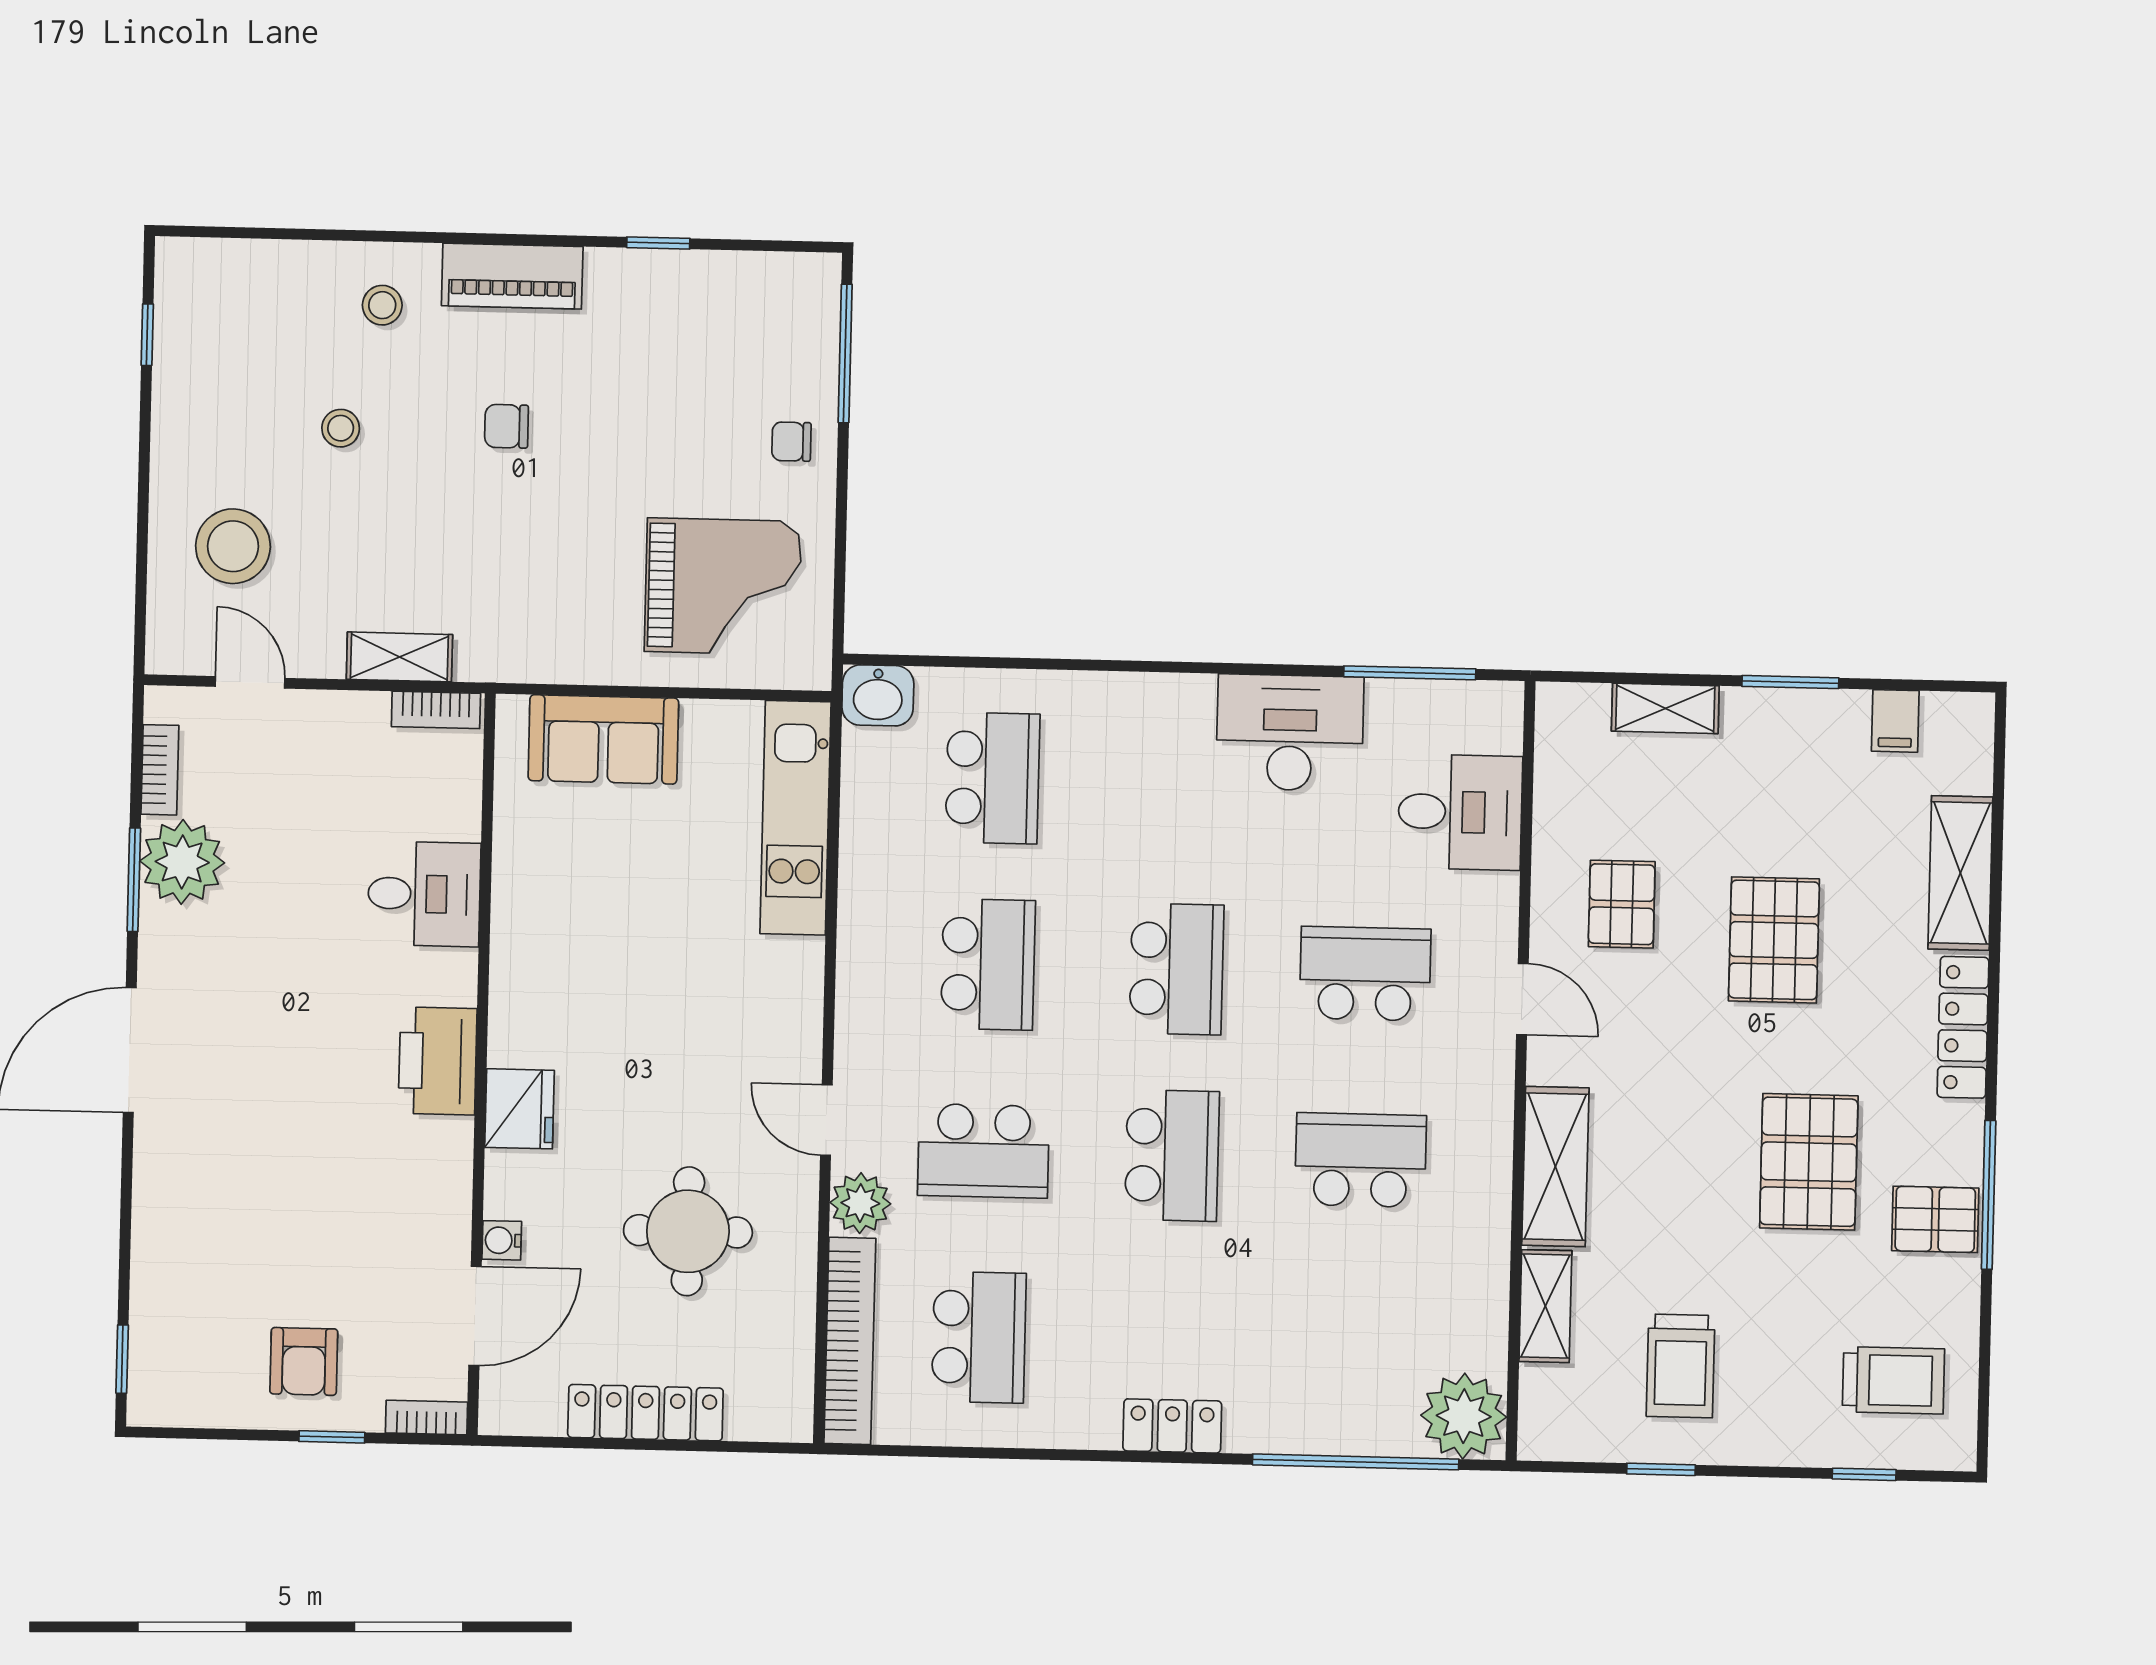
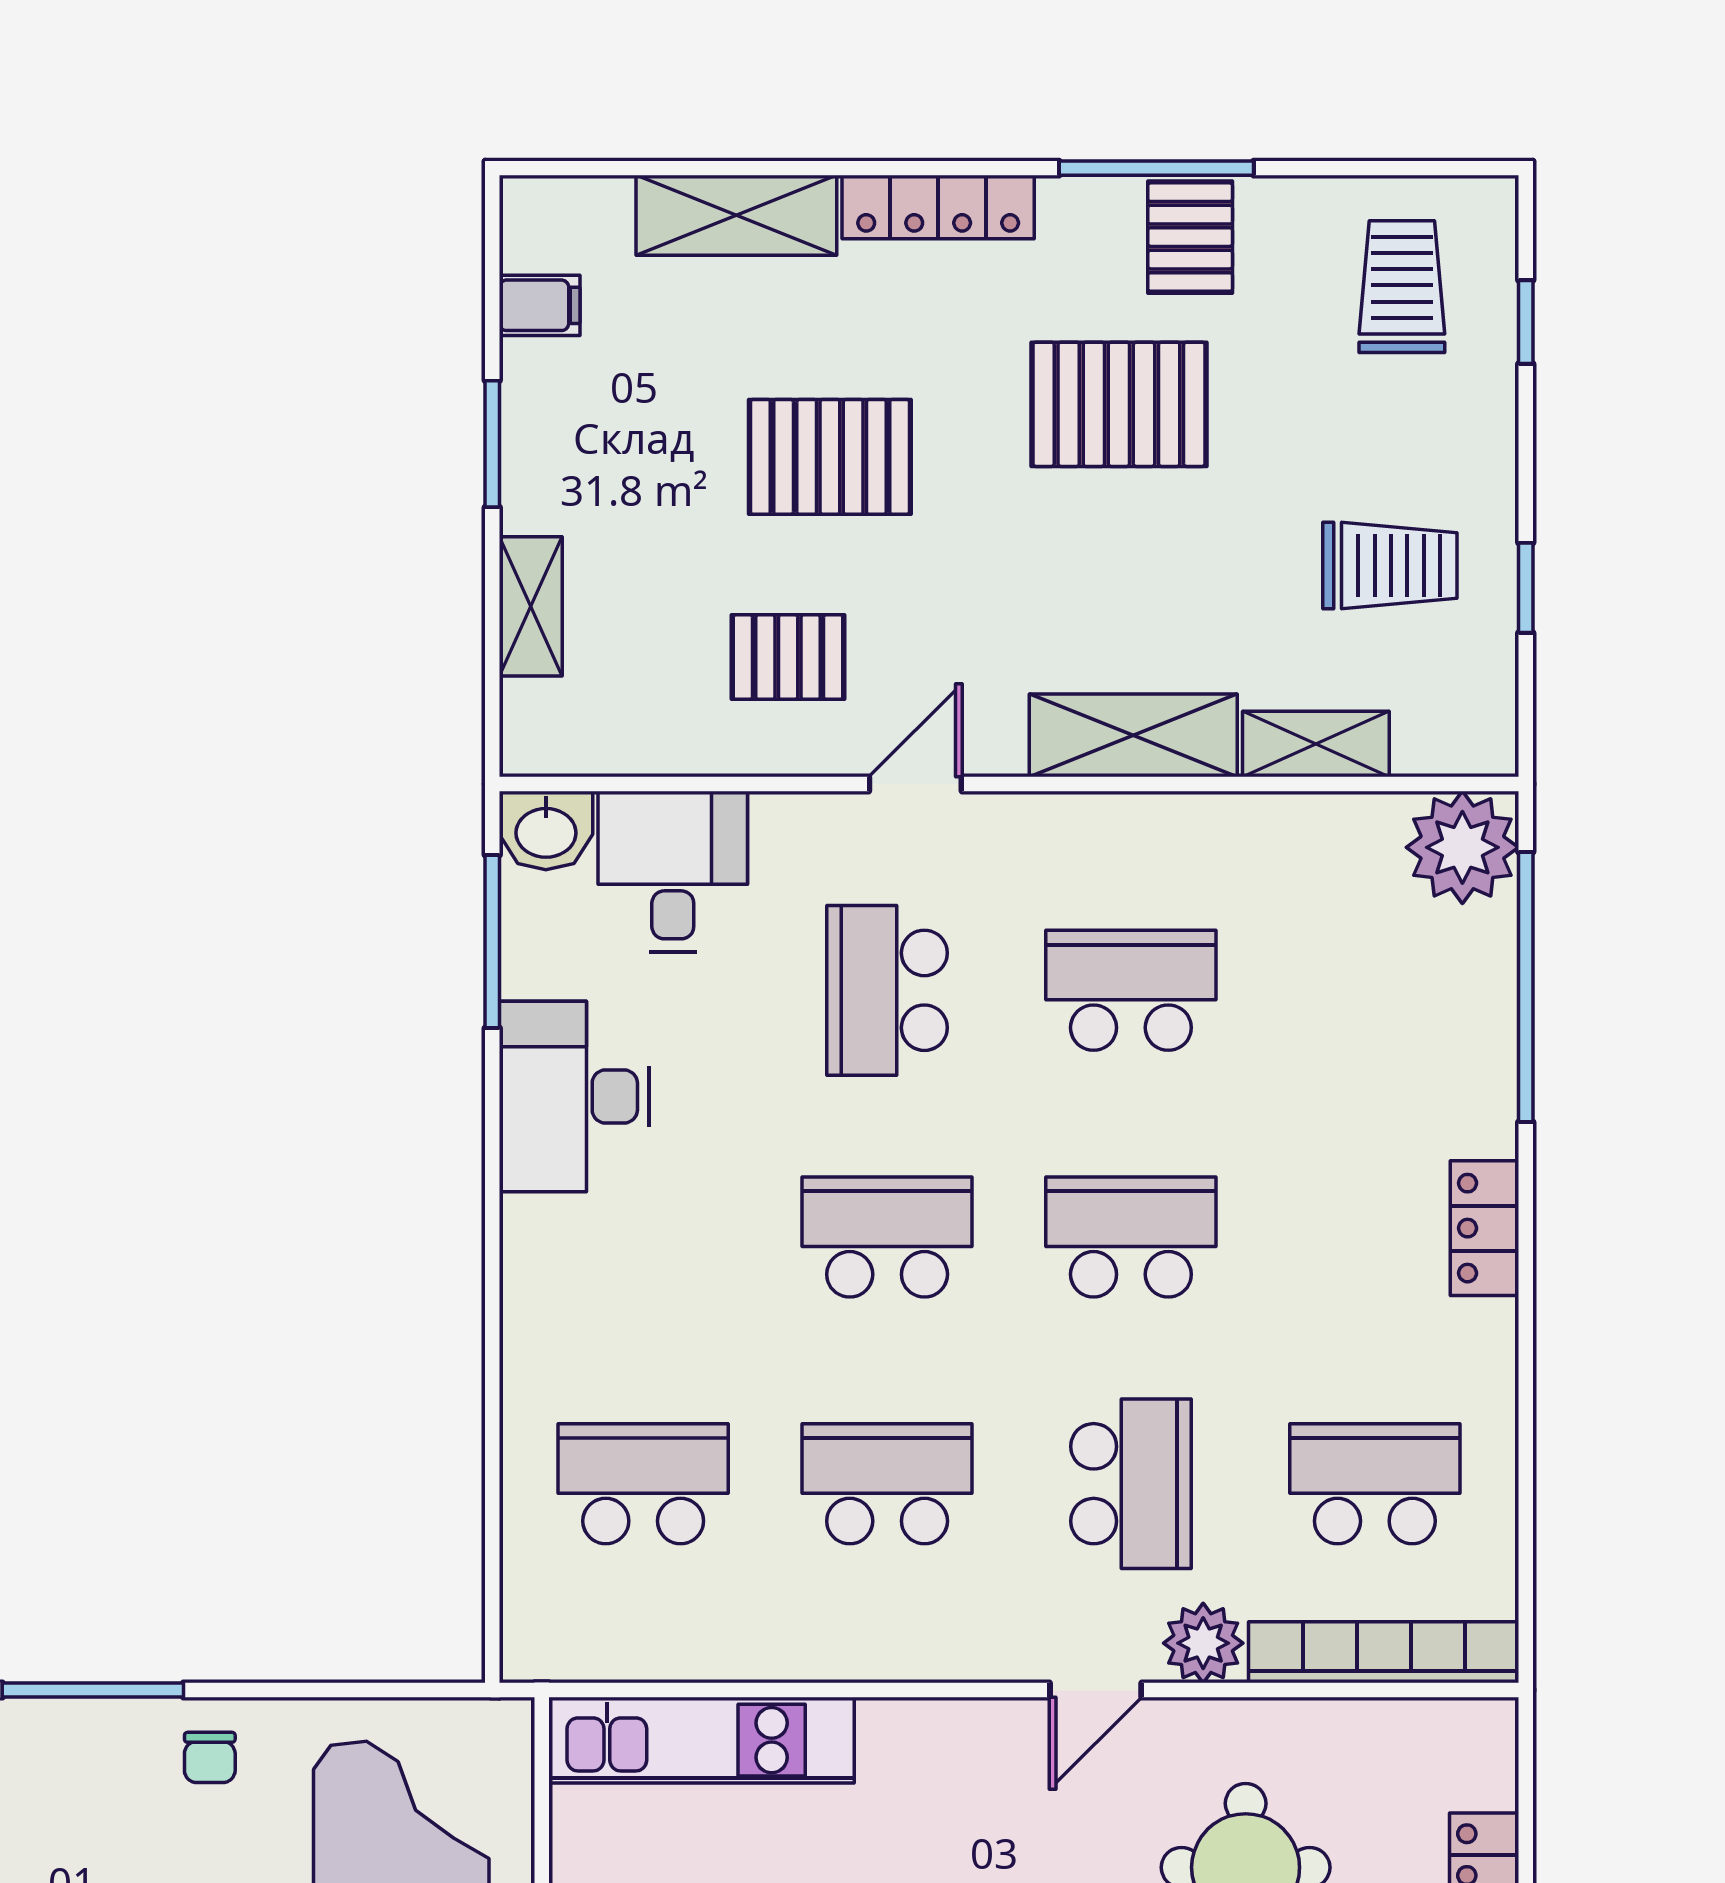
washbasin: (878, 695) -> (546, 831), moved, turned 90
school desk: (1361, 1160) -> (1131, 990), turned 90

